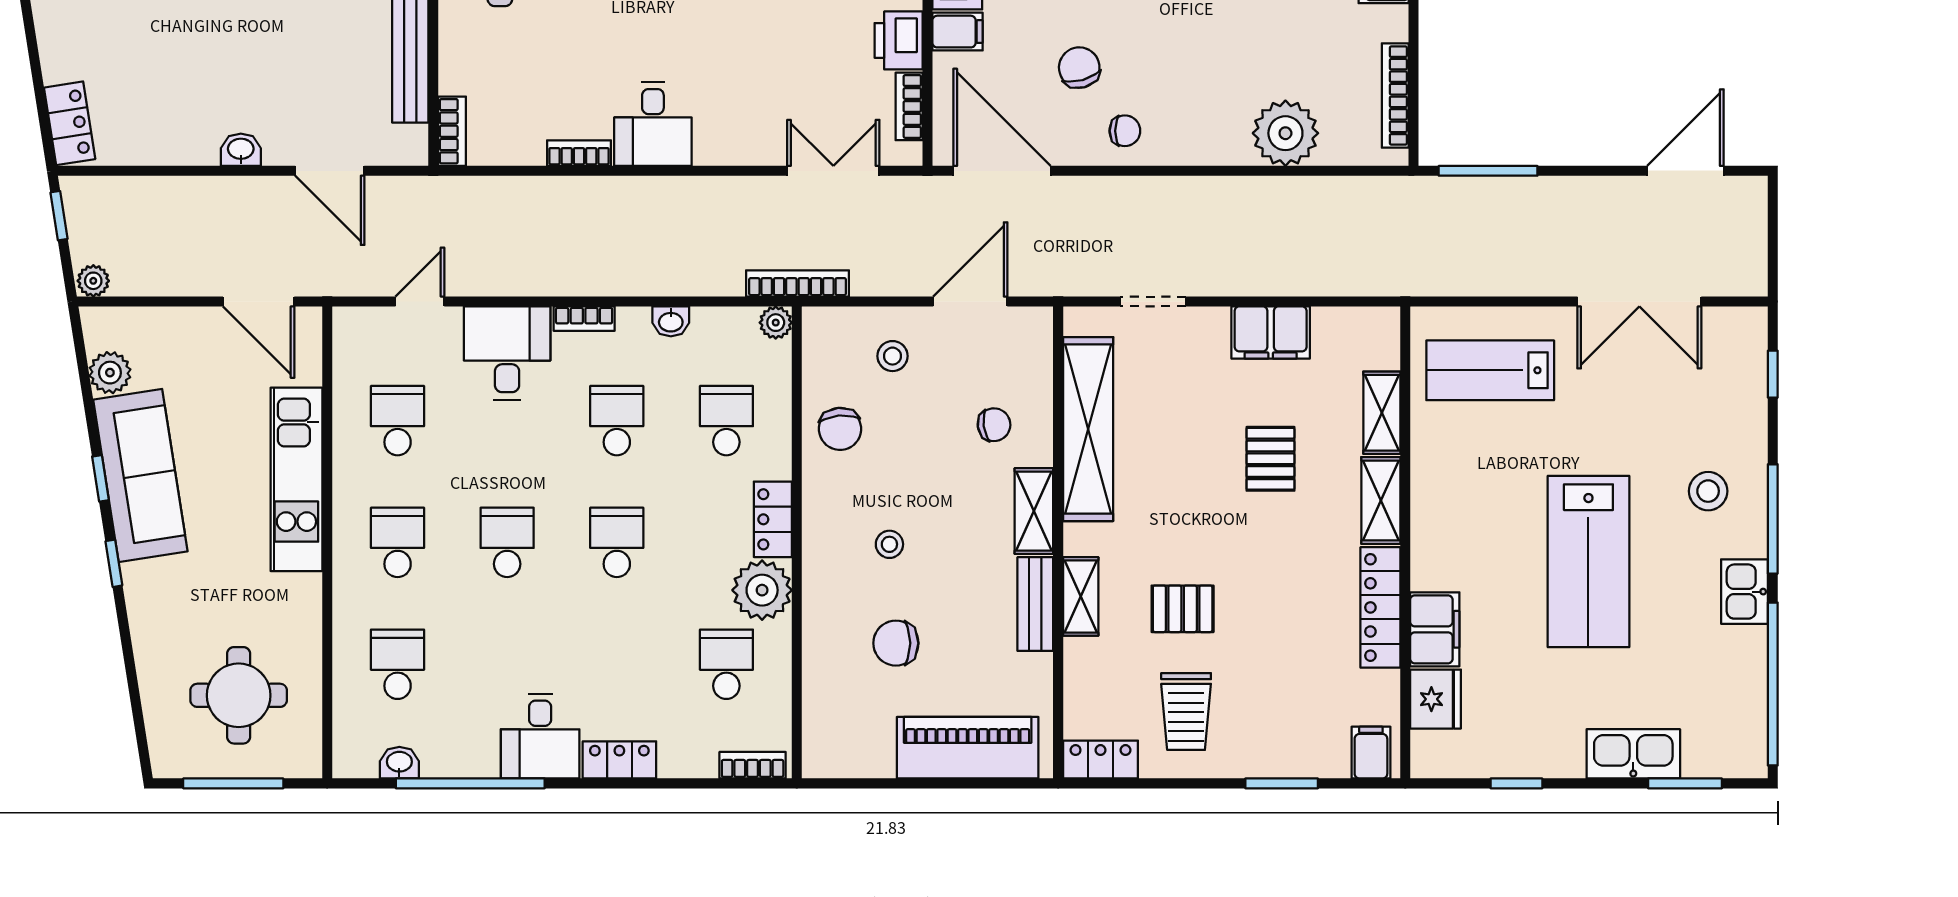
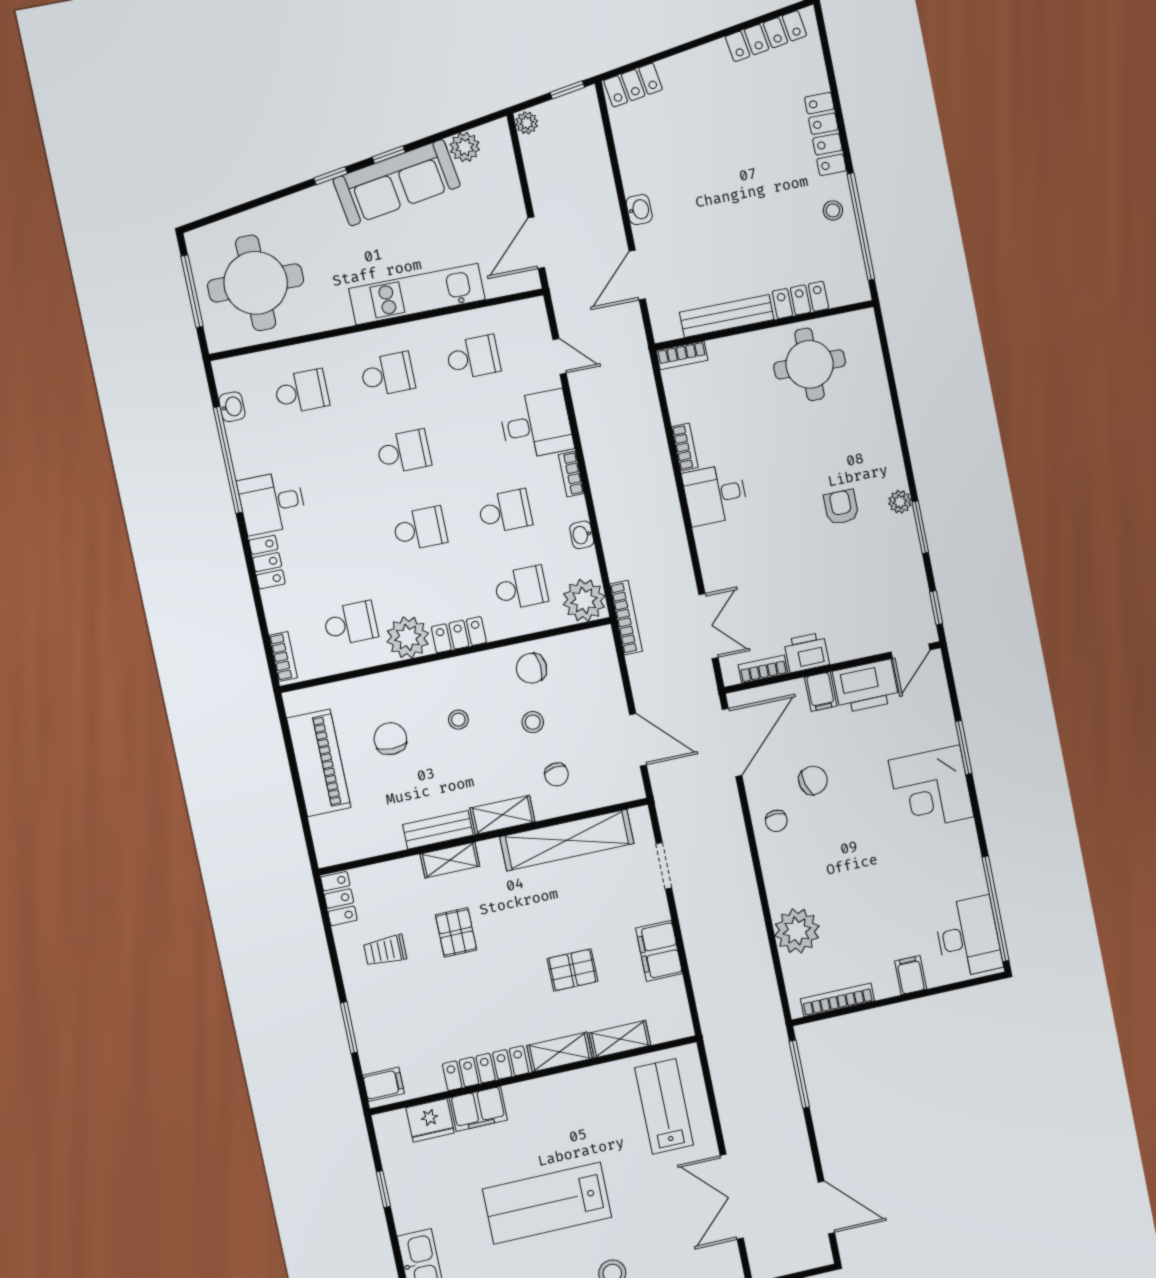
plant: (776, 323) -> (584, 600), width x1.87, depth x1.87
stool: (892, 356) -> (533, 722), moved
round table: (239, 695) -> (256, 283), width x1.36, depth x1.36
trolley: (1186, 712) -> (385, 950), width x0.73, depth x0.72
piano: (968, 748) -> (319, 763), moved

